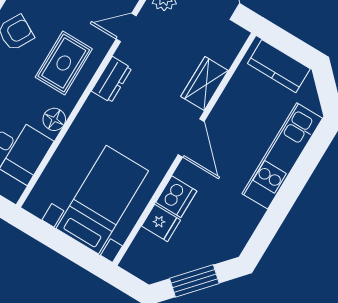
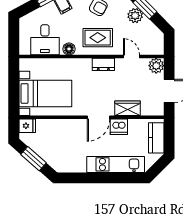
dishwasher: (176, 197) -> (119, 127), moved
fridge: (161, 223) -> (27, 126), moved, turned -90

